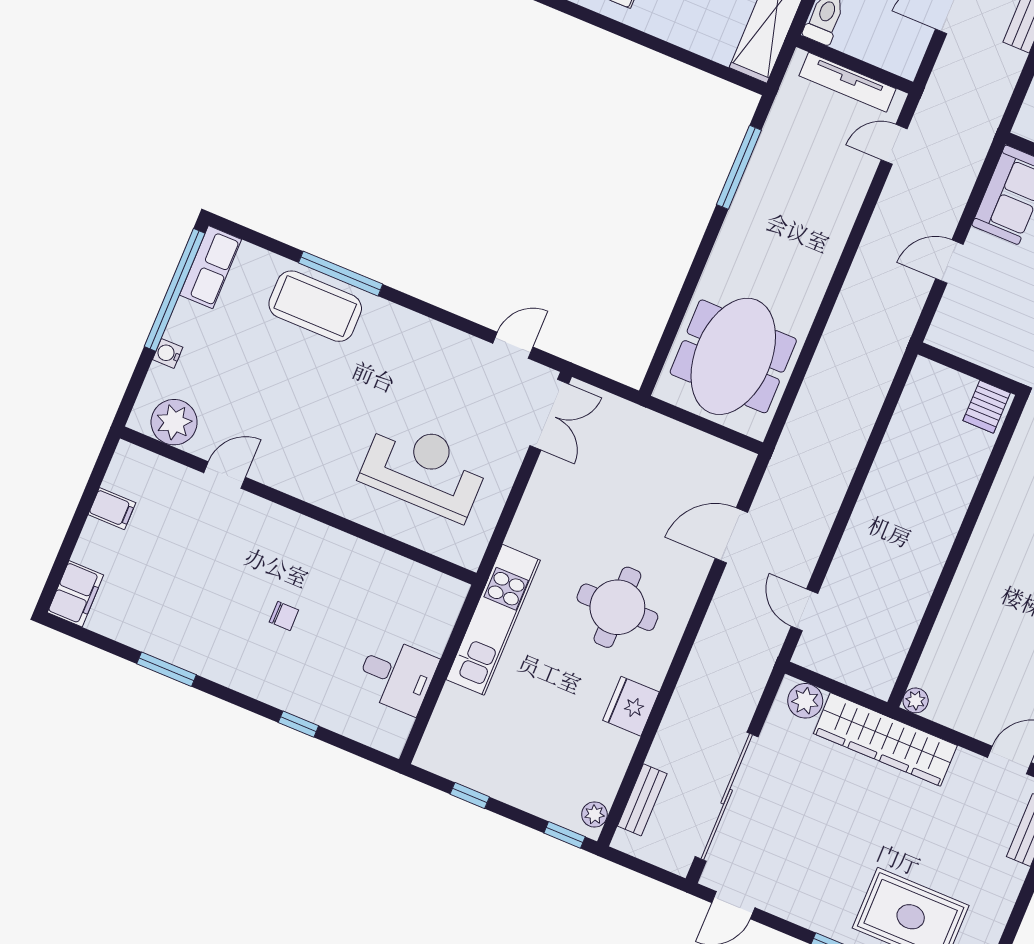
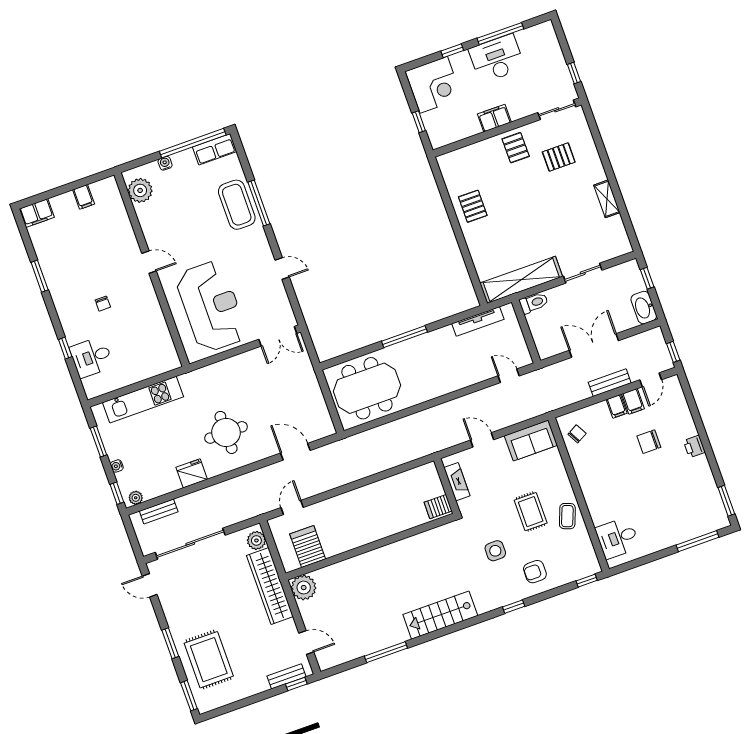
tv unit: (847, 82) -> (478, 321), moved, turned -90
window: (739, 167) -> (404, 337), moved
door: (513, 345) -> (282, 269), moved
fireplace: (976, 349) -> (457, 482), added
reception desk: (424, 469) -> (211, 306), width x1.36, depth x1.30
door: (225, 475) -> (149, 262), moved
kitchen unit: (493, 620) -> (143, 400), moved
server rack: (878, 637) -> (308, 547), added
desk: (397, 675) -> (91, 357), moved, turned 90
plant: (916, 700) -> (304, 588), width x1.88, depth x1.88
window: (470, 795) -> (98, 442), width x1.50
water cooler: (527, 801) -> (117, 466), added

